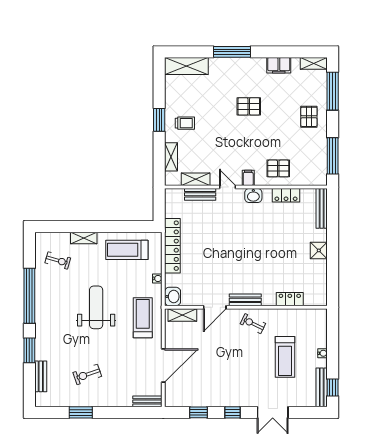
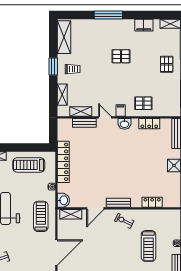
shelving: (186, 66) -> (64, 37), moved, turned 90

